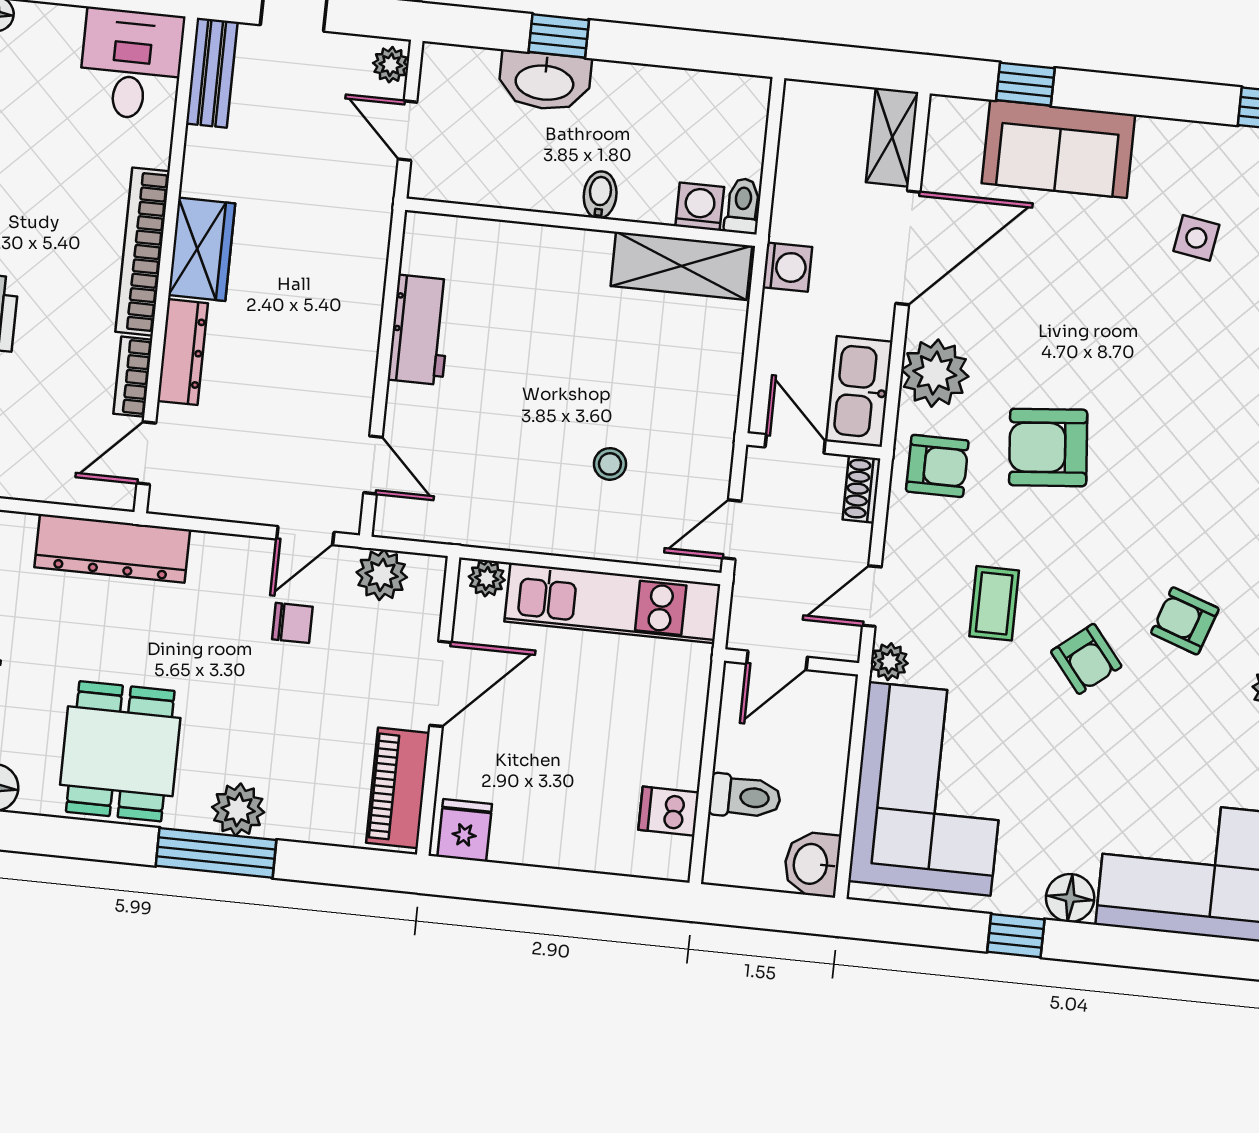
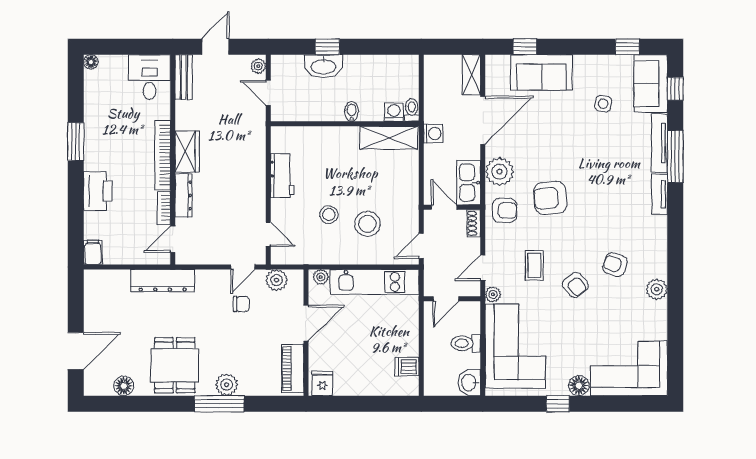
stool: (521, 433) -> (329, 215), added
stool: (610, 464) -> (367, 224), width x1.89, depth x1.89
toilet: (745, 797) -> (466, 343), moved, turned 180

